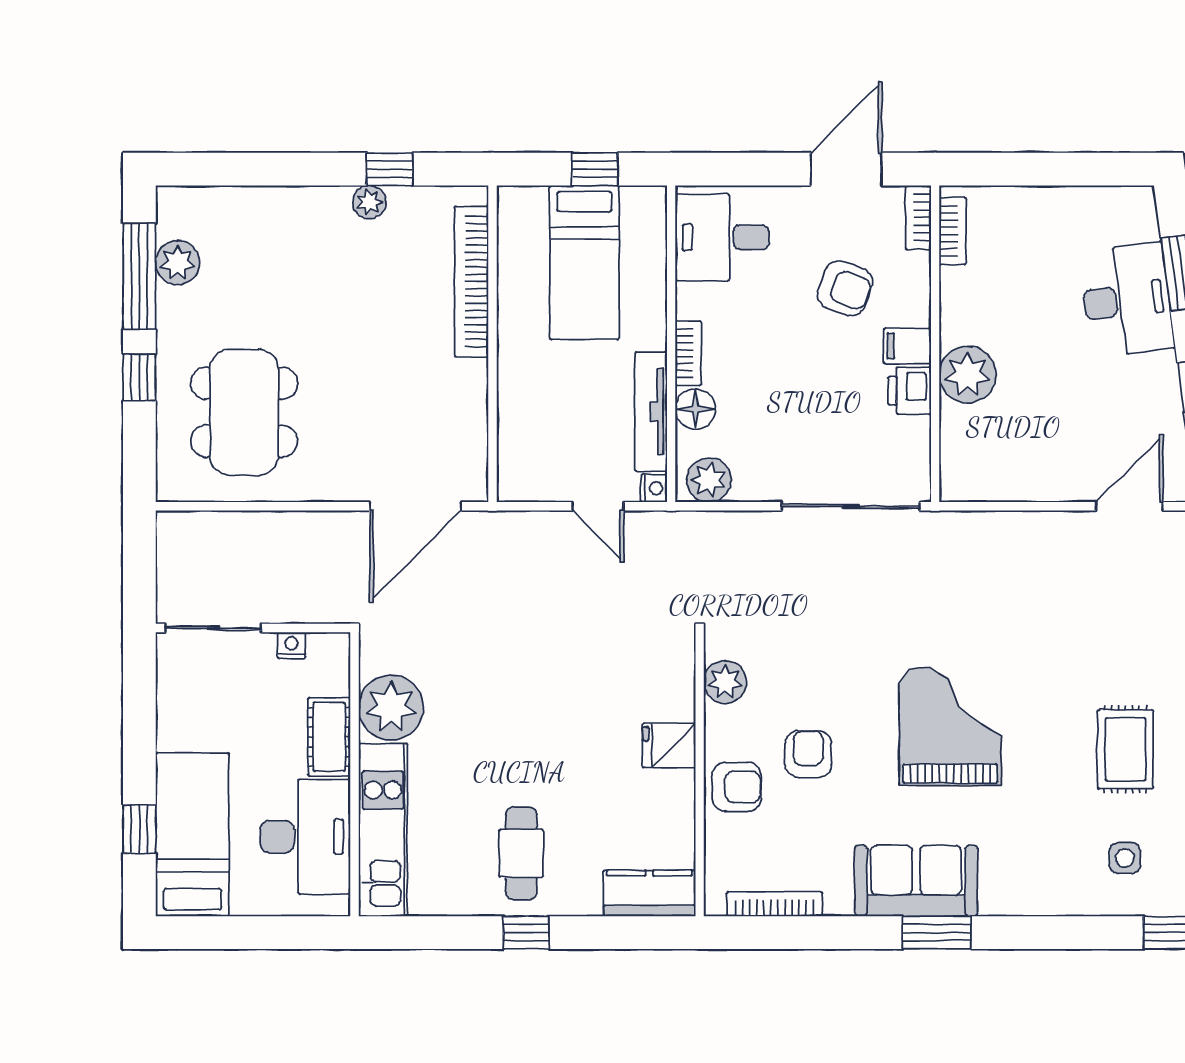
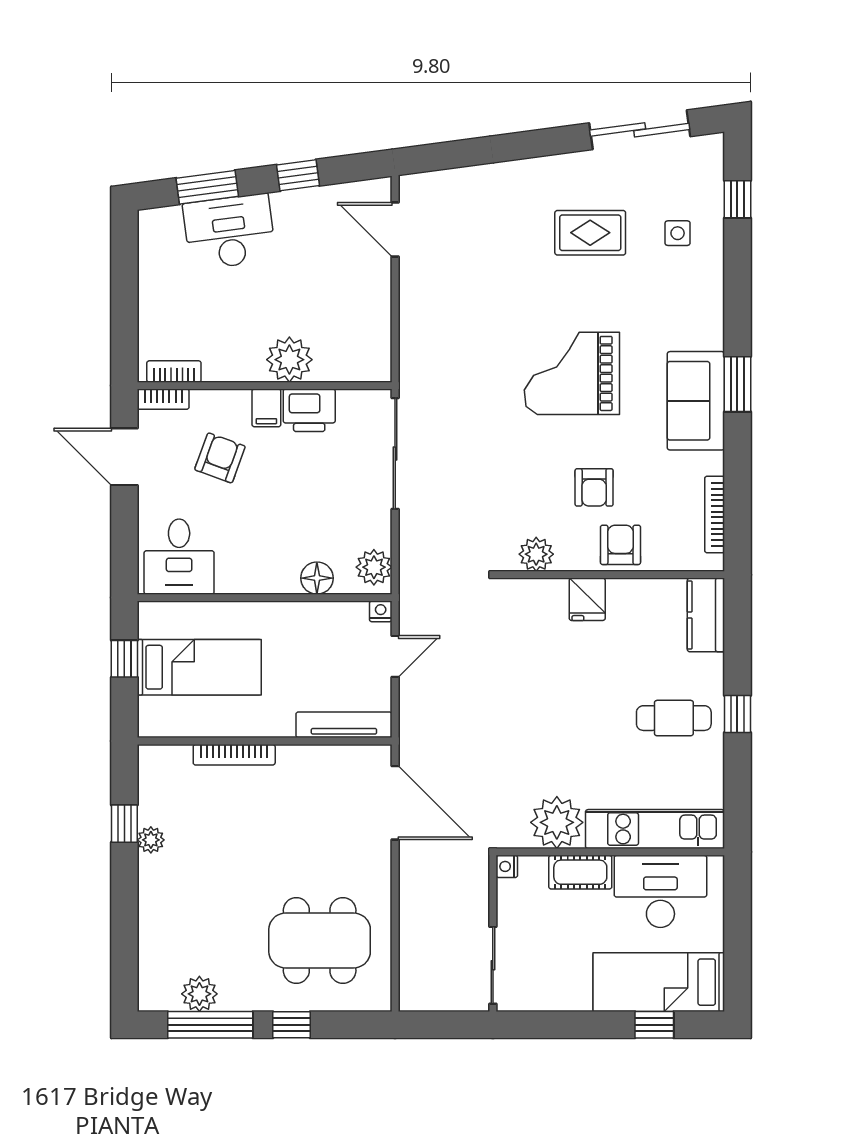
bookcase: (471, 281) -> (234, 755), width x0.68, depth x0.76
bookcase: (688, 353) -> (272, 584), removed
printer: (910, 391) -> (309, 410), width x1.36, depth x1.24
tv unit: (651, 412) -> (344, 725), moved, turned 180
nightstand: (292, 645) -> (507, 866), moved
armchair: (808, 754) -> (594, 487), turned -90

